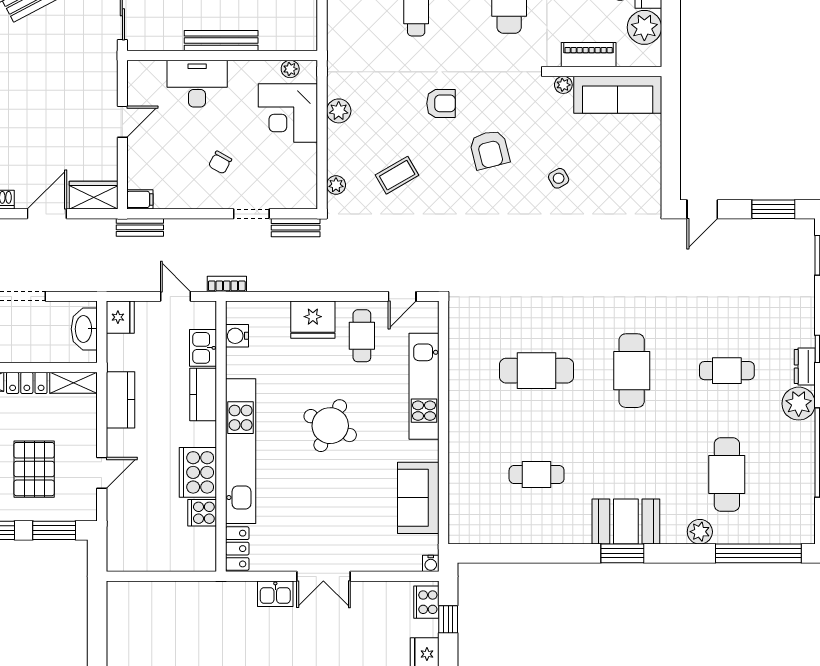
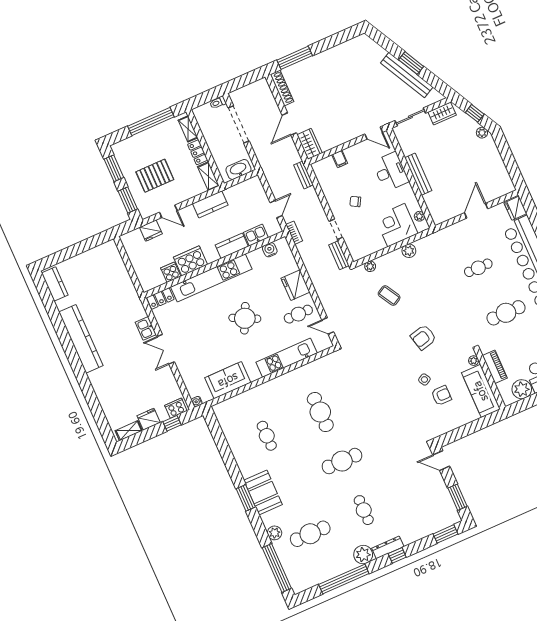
armchair: (441, 103) -> (441, 395), moved, turned -90
door: (122, 122) -> (374, 133), moved
filing cabinet: (140, 199) -> (340, 159), moved
door: (47, 214) -> (289, 124), swing flipped
fridge: (120, 317) -> (151, 231), moved
dresser: (805, 366) -> (388, 547), width x1.44

